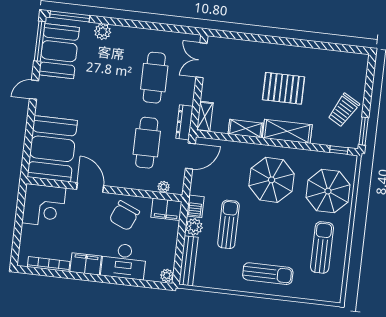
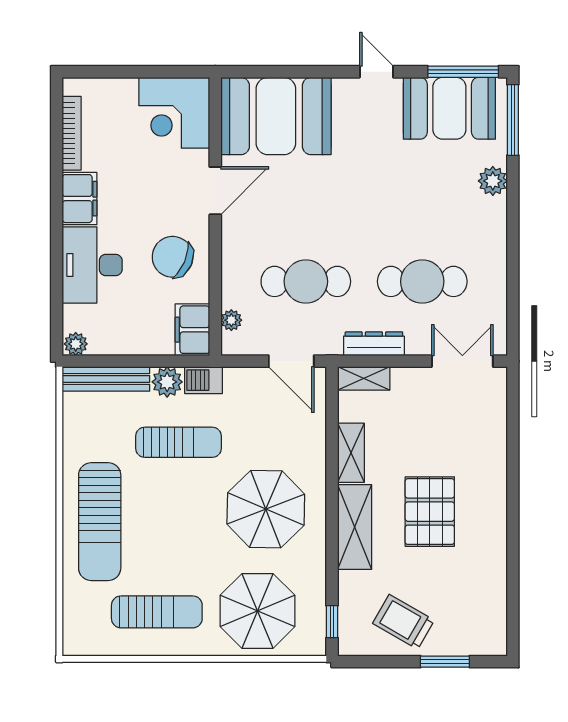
dresser: (184, 122) -> (374, 344), moved
window: (364, 131) -> (445, 662), moved
sun lounger: (268, 274) -> (100, 522), width x1.36, depth x1.34

